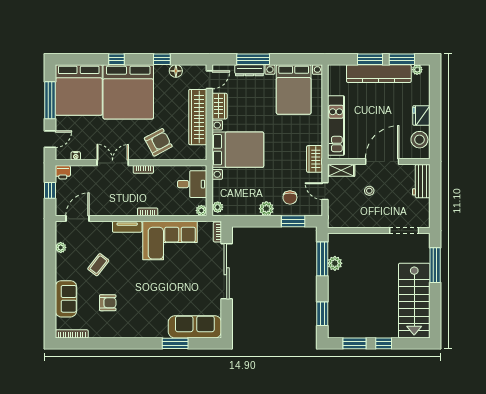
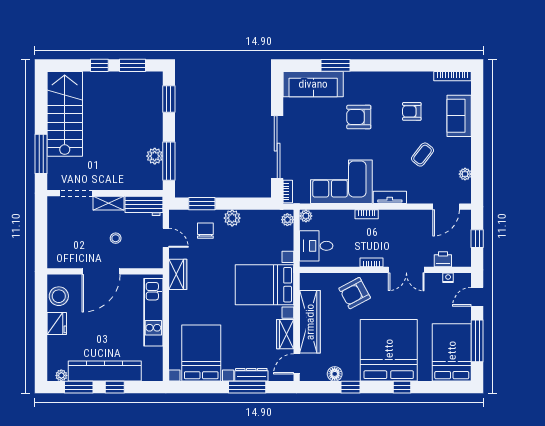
window: (370, 59) -> (115, 387), width x0.67
bed: (79, 90) -> (452, 352), width x0.73
shelving: (341, 170) -> (109, 203), moved
printer: (63, 172) -> (443, 259), moved
workbench: (421, 181) -> (144, 206), moved, turned 90
armchair: (155, 298) -> (359, 117), added

